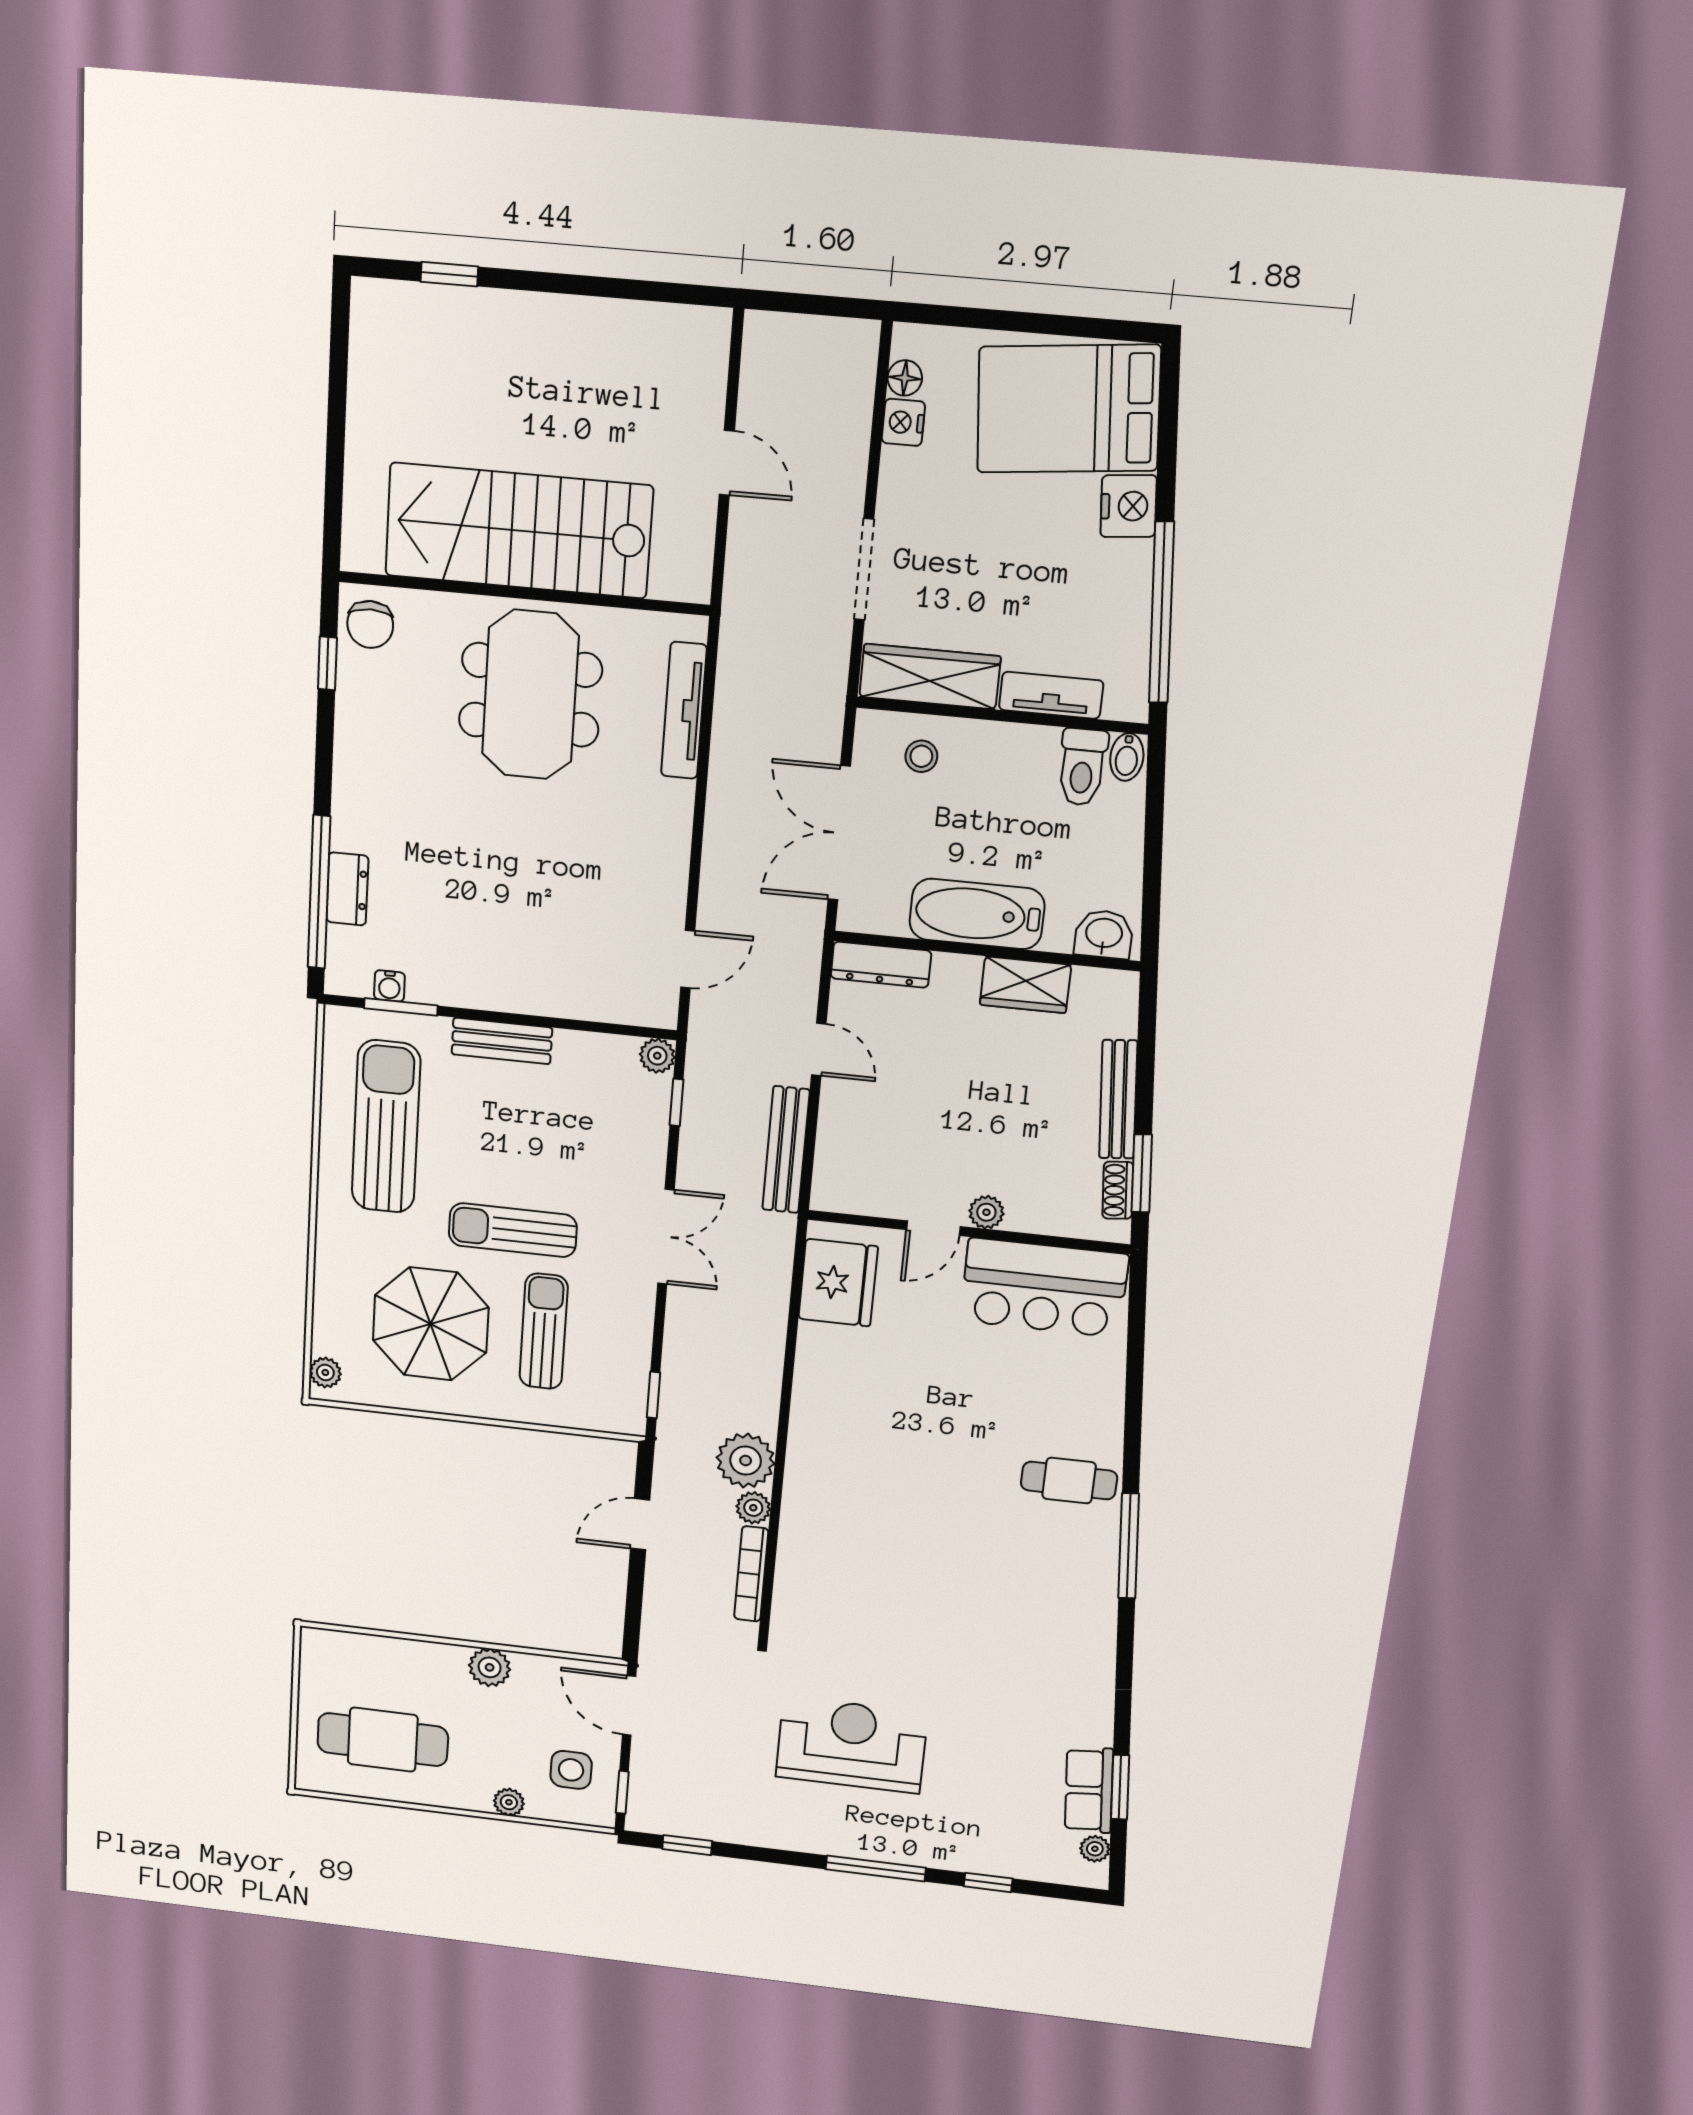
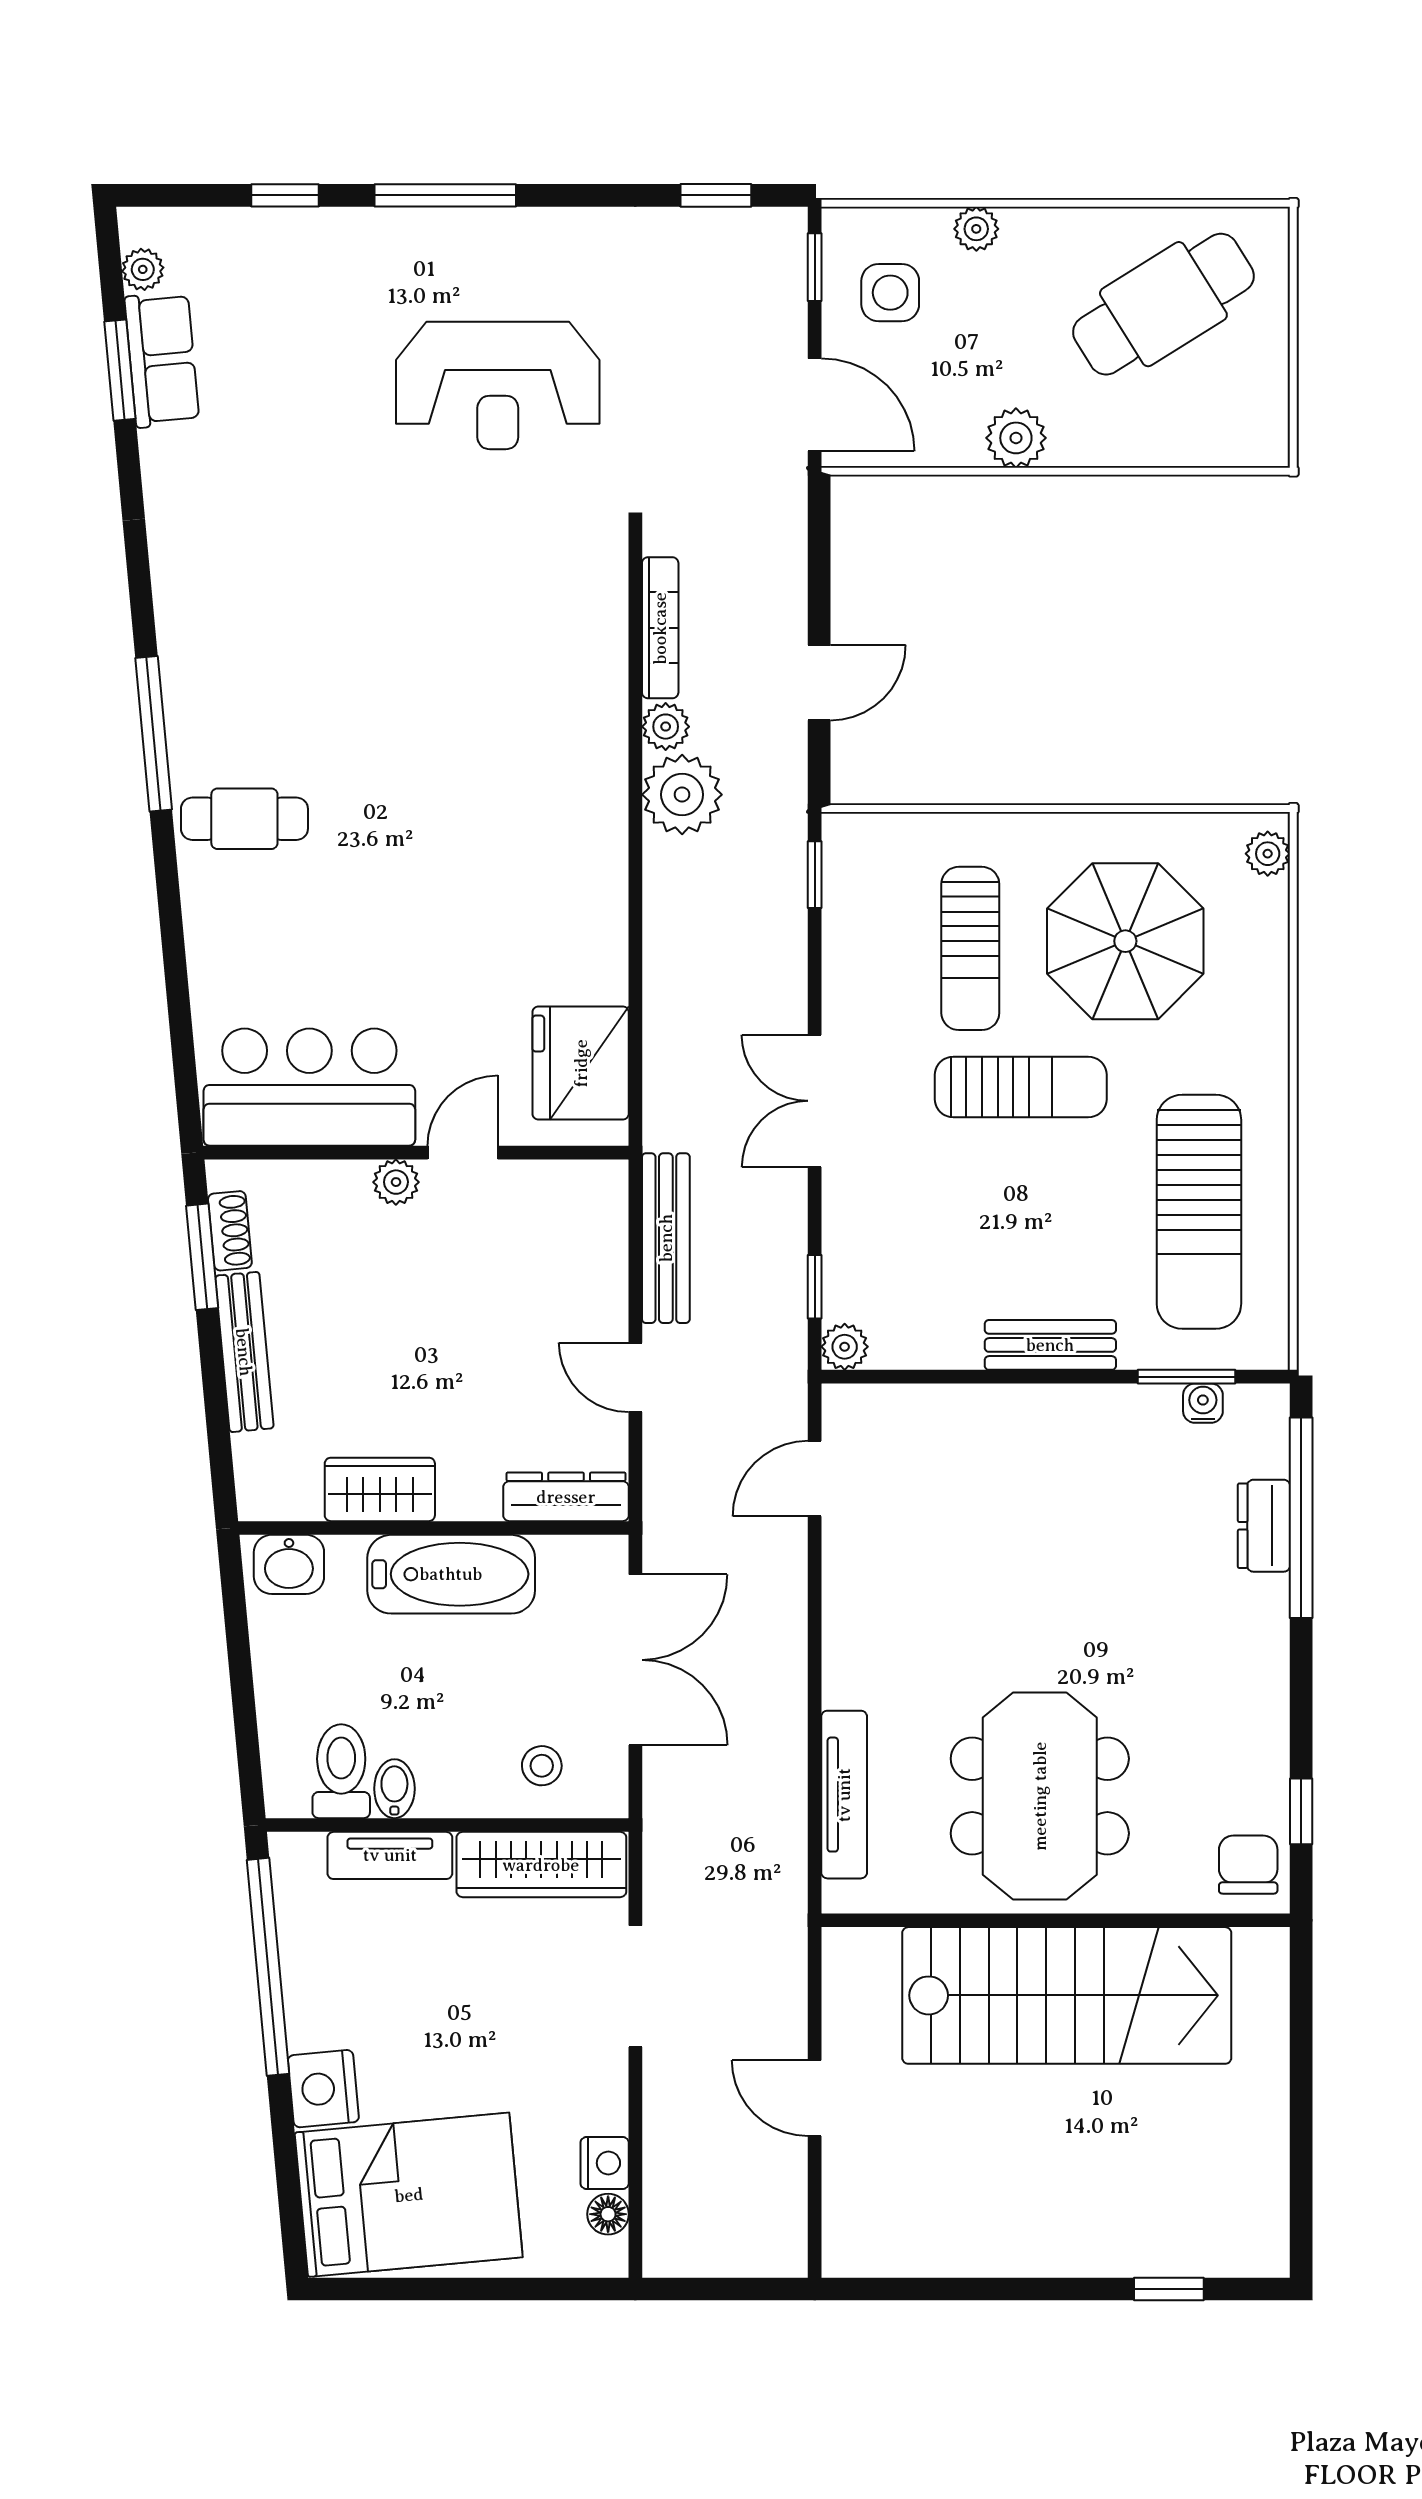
bidet: (1127, 757) -> (394, 1789), moved
cafe table: (383, 1740) -> (1163, 304), turned -32

